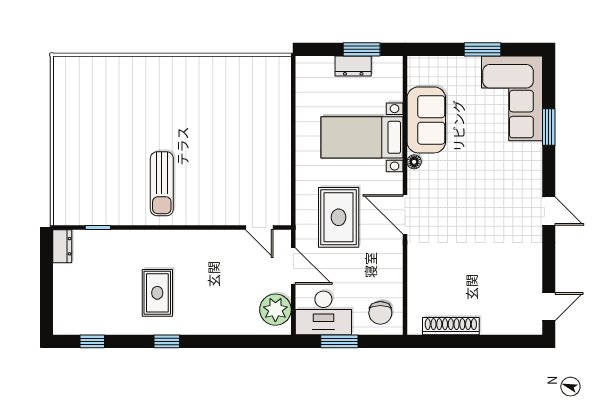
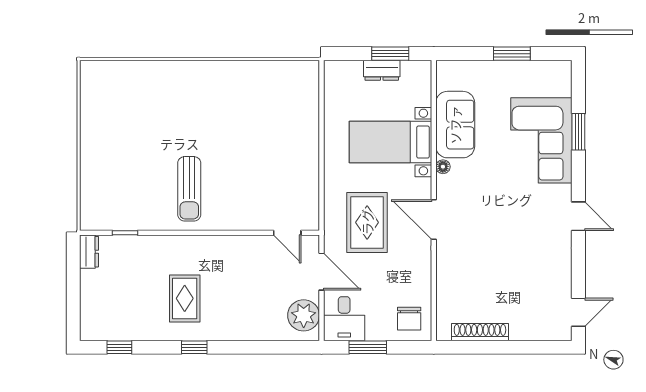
corner sofa: (512, 98) -> (541, 140), moved
desk: (323, 313) -> (344, 319), width x0.73

